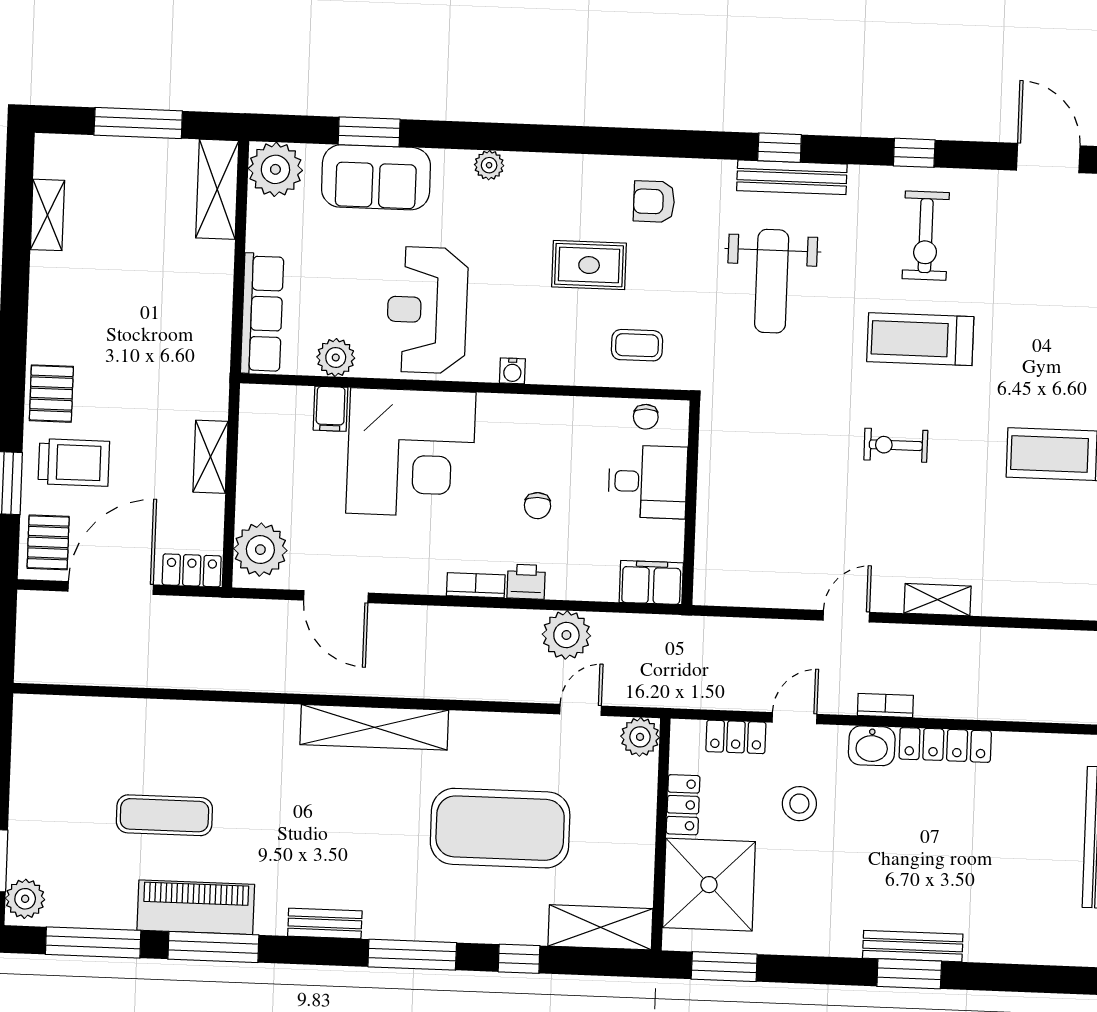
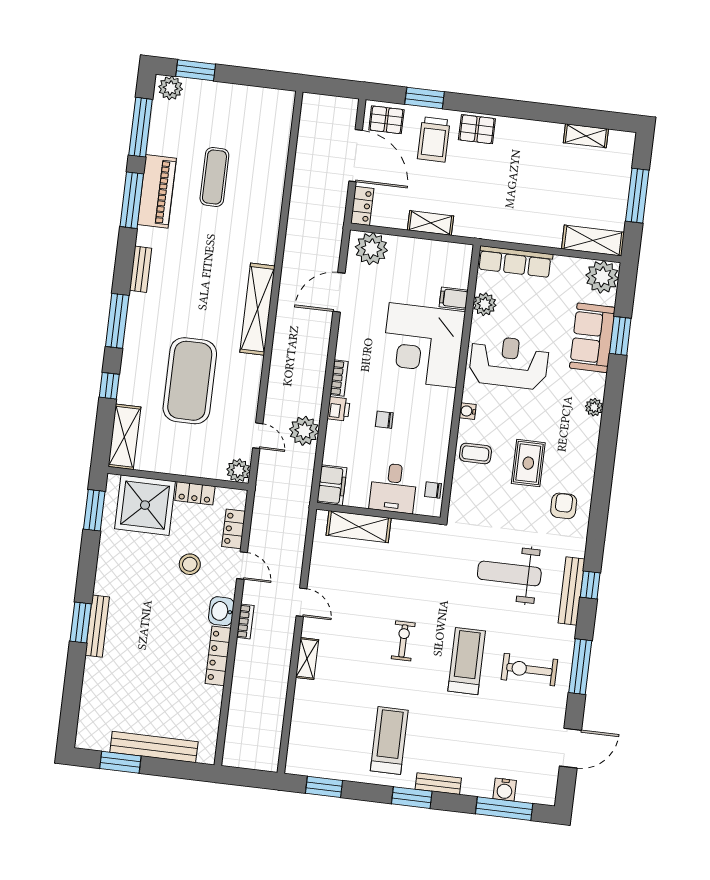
window: (914, 153) -> (580, 667), width x2.17
coffee table: (637, 345) -> (475, 453), moved, turned 90
shelving: (715, 533) -> (359, 527), added

